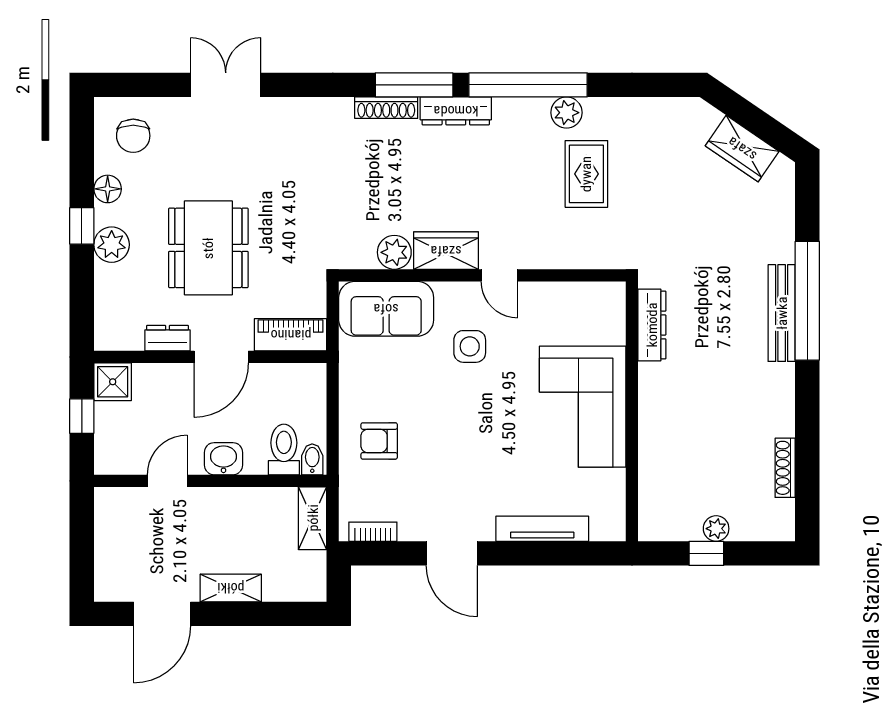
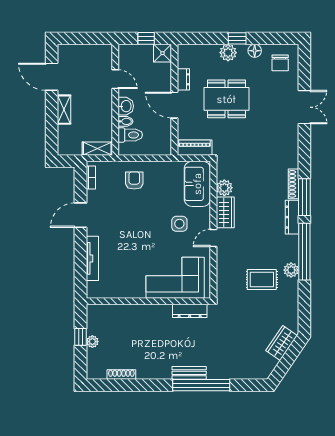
chair: (133, 136) -> (280, 63), turned -90
wardrobe: (742, 149) -> (282, 343), moved
bench: (782, 313) -> (189, 373), width x0.73
piano: (291, 335) -> (195, 148), moved, turned -90
corner sofa: (583, 407) -> (175, 278), moved
bidet: (312, 459) -> (125, 121), moved

